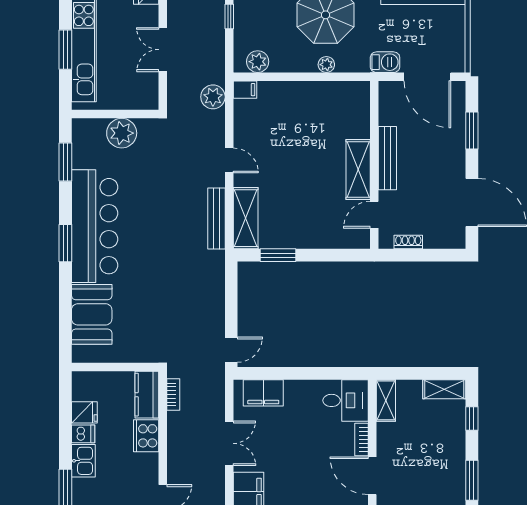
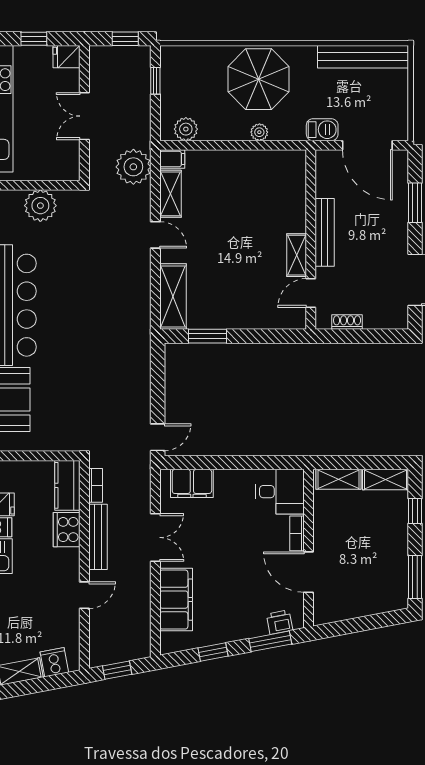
plant: (213, 97) -> (133, 167), width x1.36, depth x1.36
shelving: (243, 122) -> (170, 194), added
shelving: (358, 169) -> (297, 255), width x0.67, depth x0.75
bench: (216, 218) -> (98, 537), moved
shelving: (386, 400) -> (338, 479), moved, turned 90

